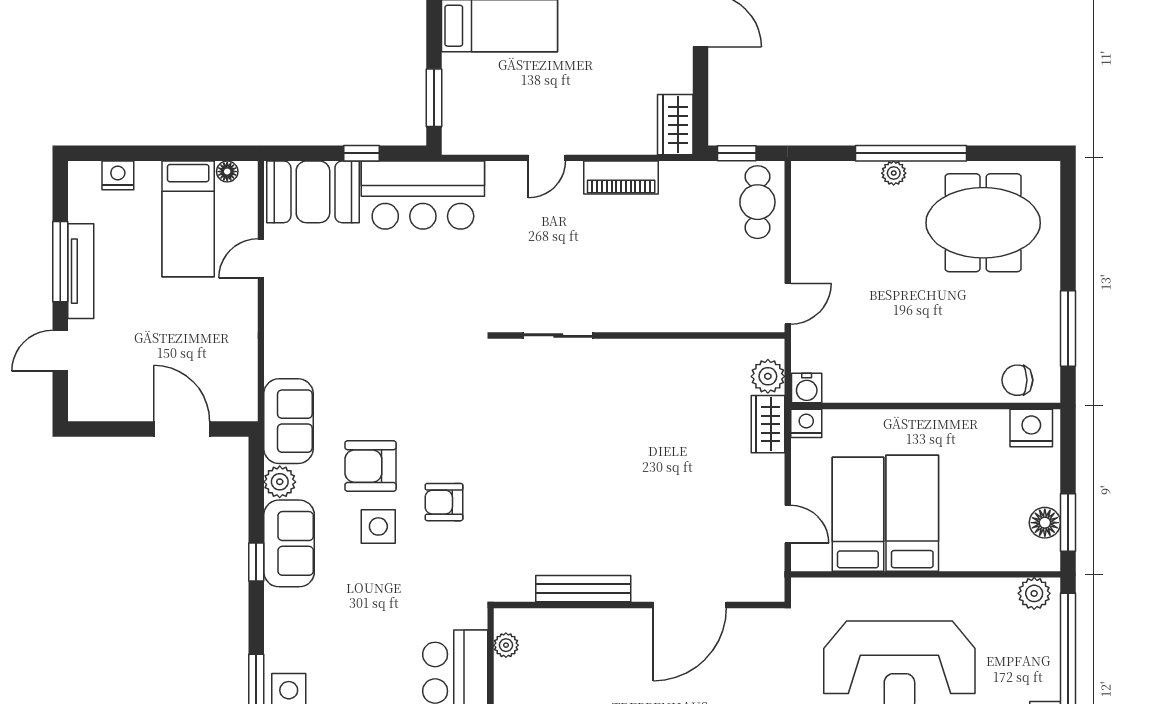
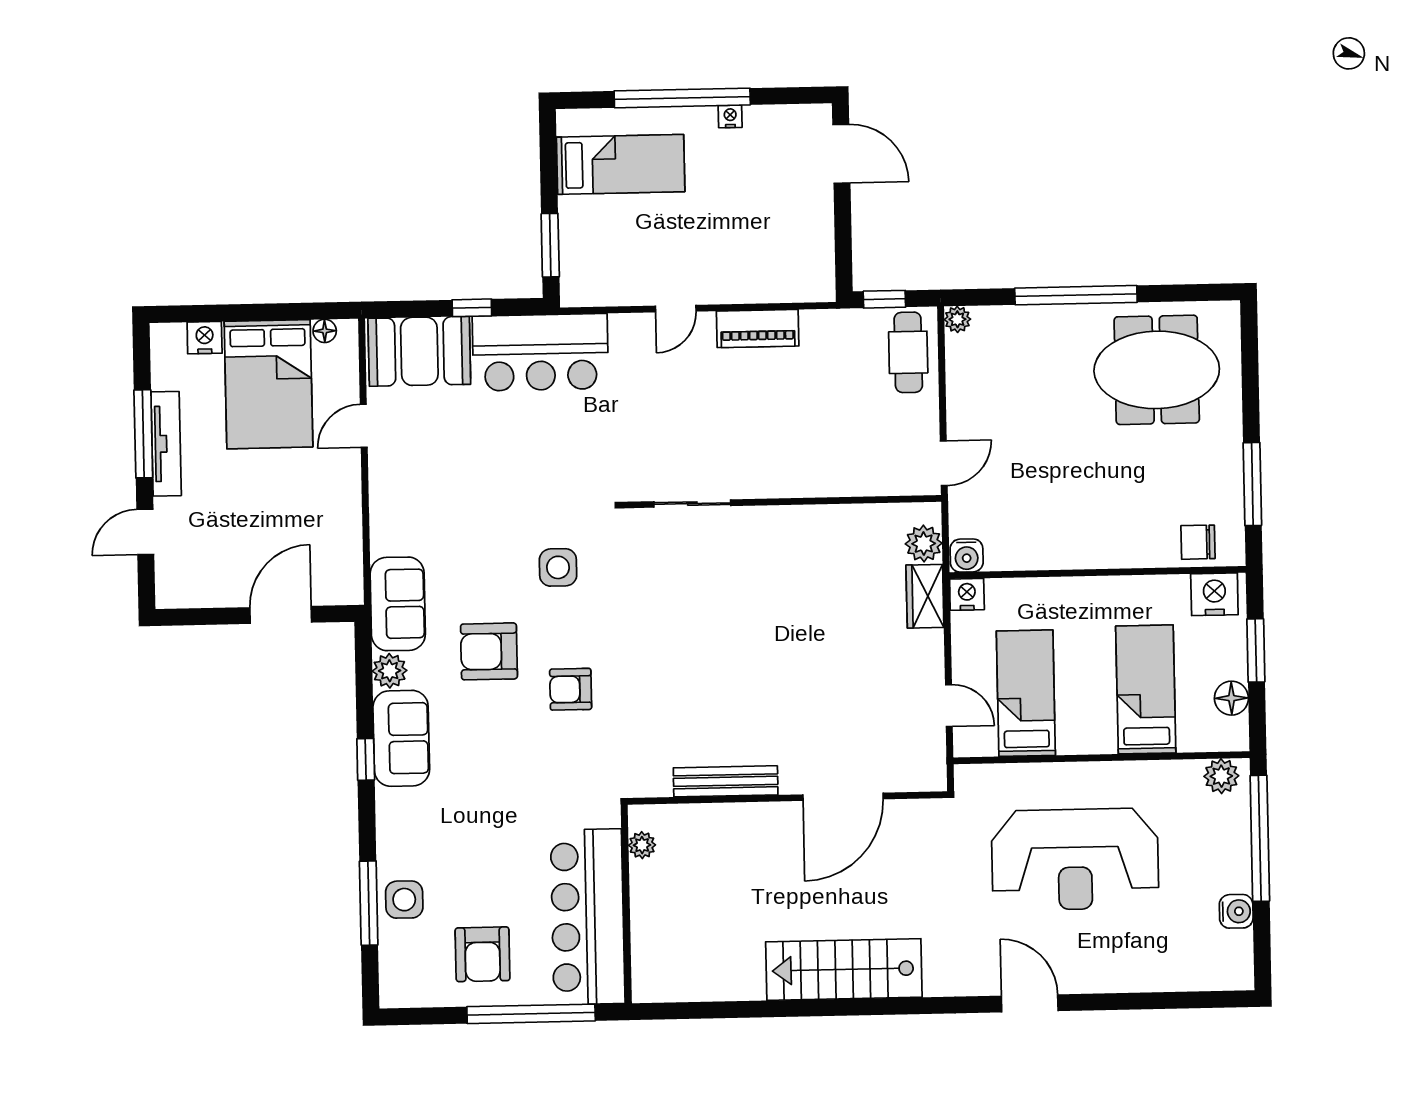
wardrobe: (675, 125) -> (816, 269), removed
plant: (894, 173) -> (957, 319), moved
bed: (188, 219) -> (268, 384), width x1.50
door: (182, 429) -> (281, 615), hinge flipped
bed: (912, 513) -> (1146, 689), moved
window: (1068, 523) -> (1256, 650), moved
side table: (378, 526) -> (558, 567), moved

